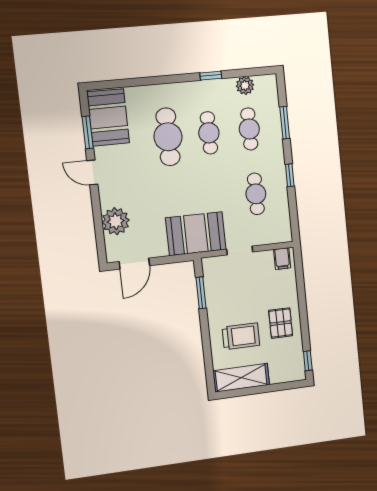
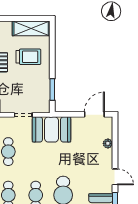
plant: (116, 221) -> (108, 143), width x0.53, depth x0.53
trolley: (241, 336) -> (28, 57), turned 180

